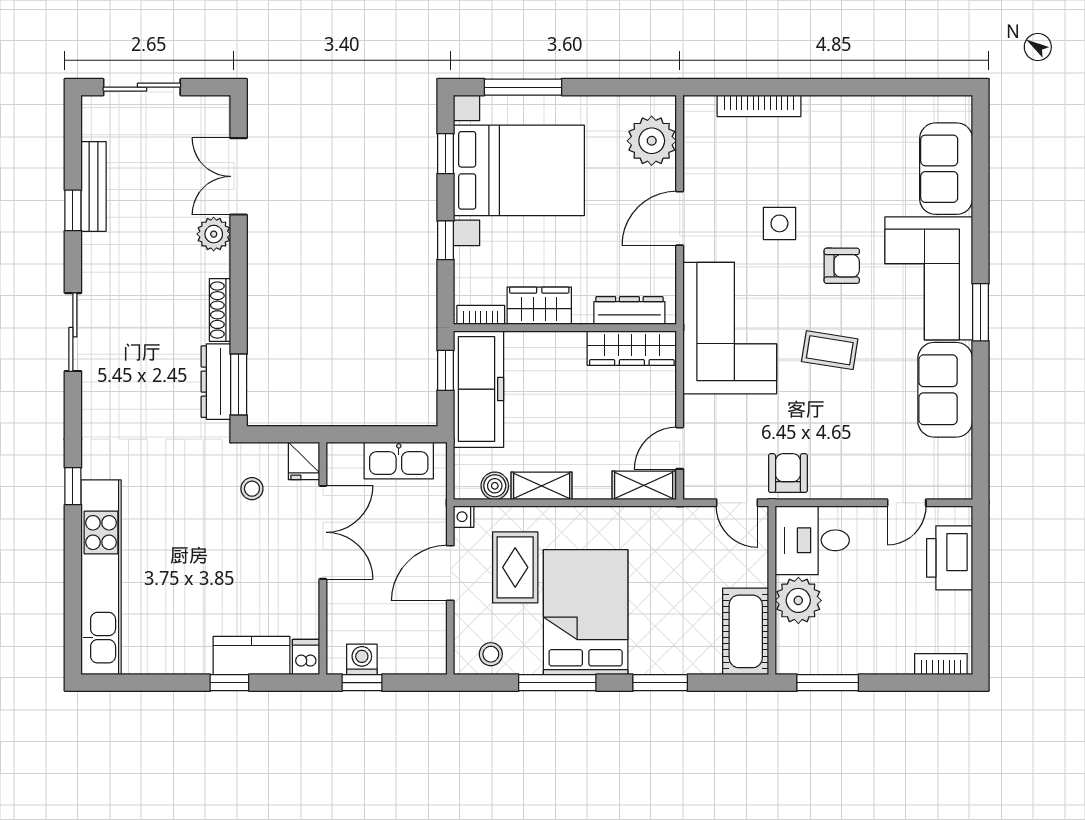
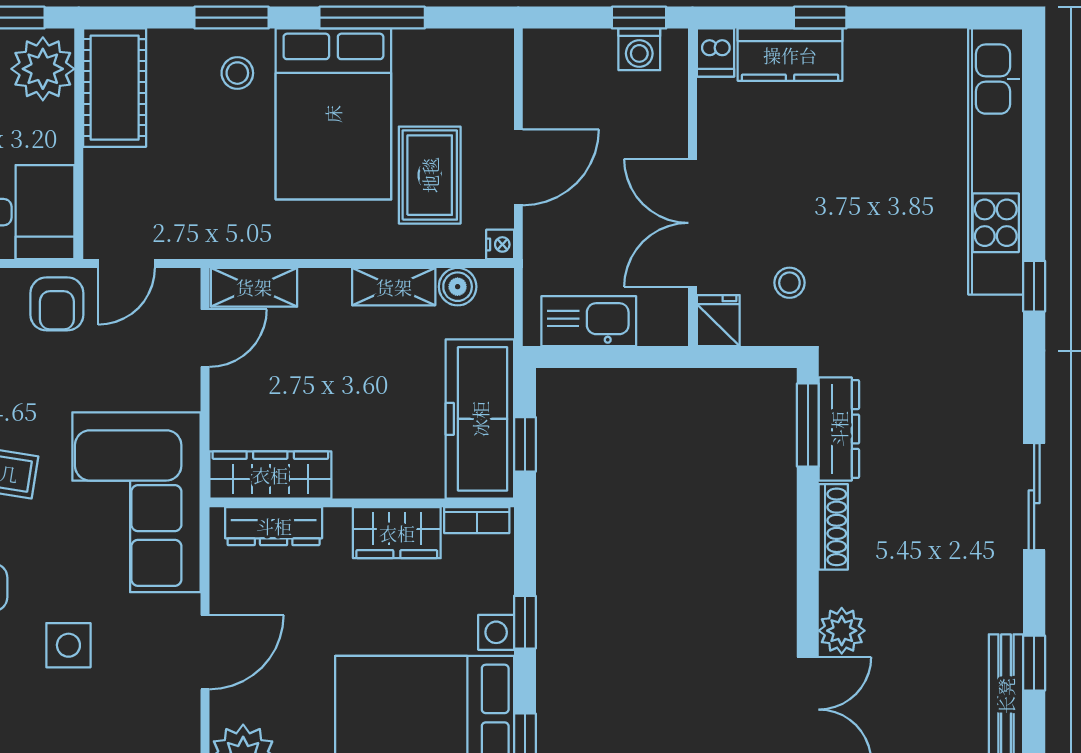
door: (737, 503) -> (127, 263), swing flipped
plant: (798, 600) -> (43, 69), moved
stool: (491, 654) -> (237, 73), moved

